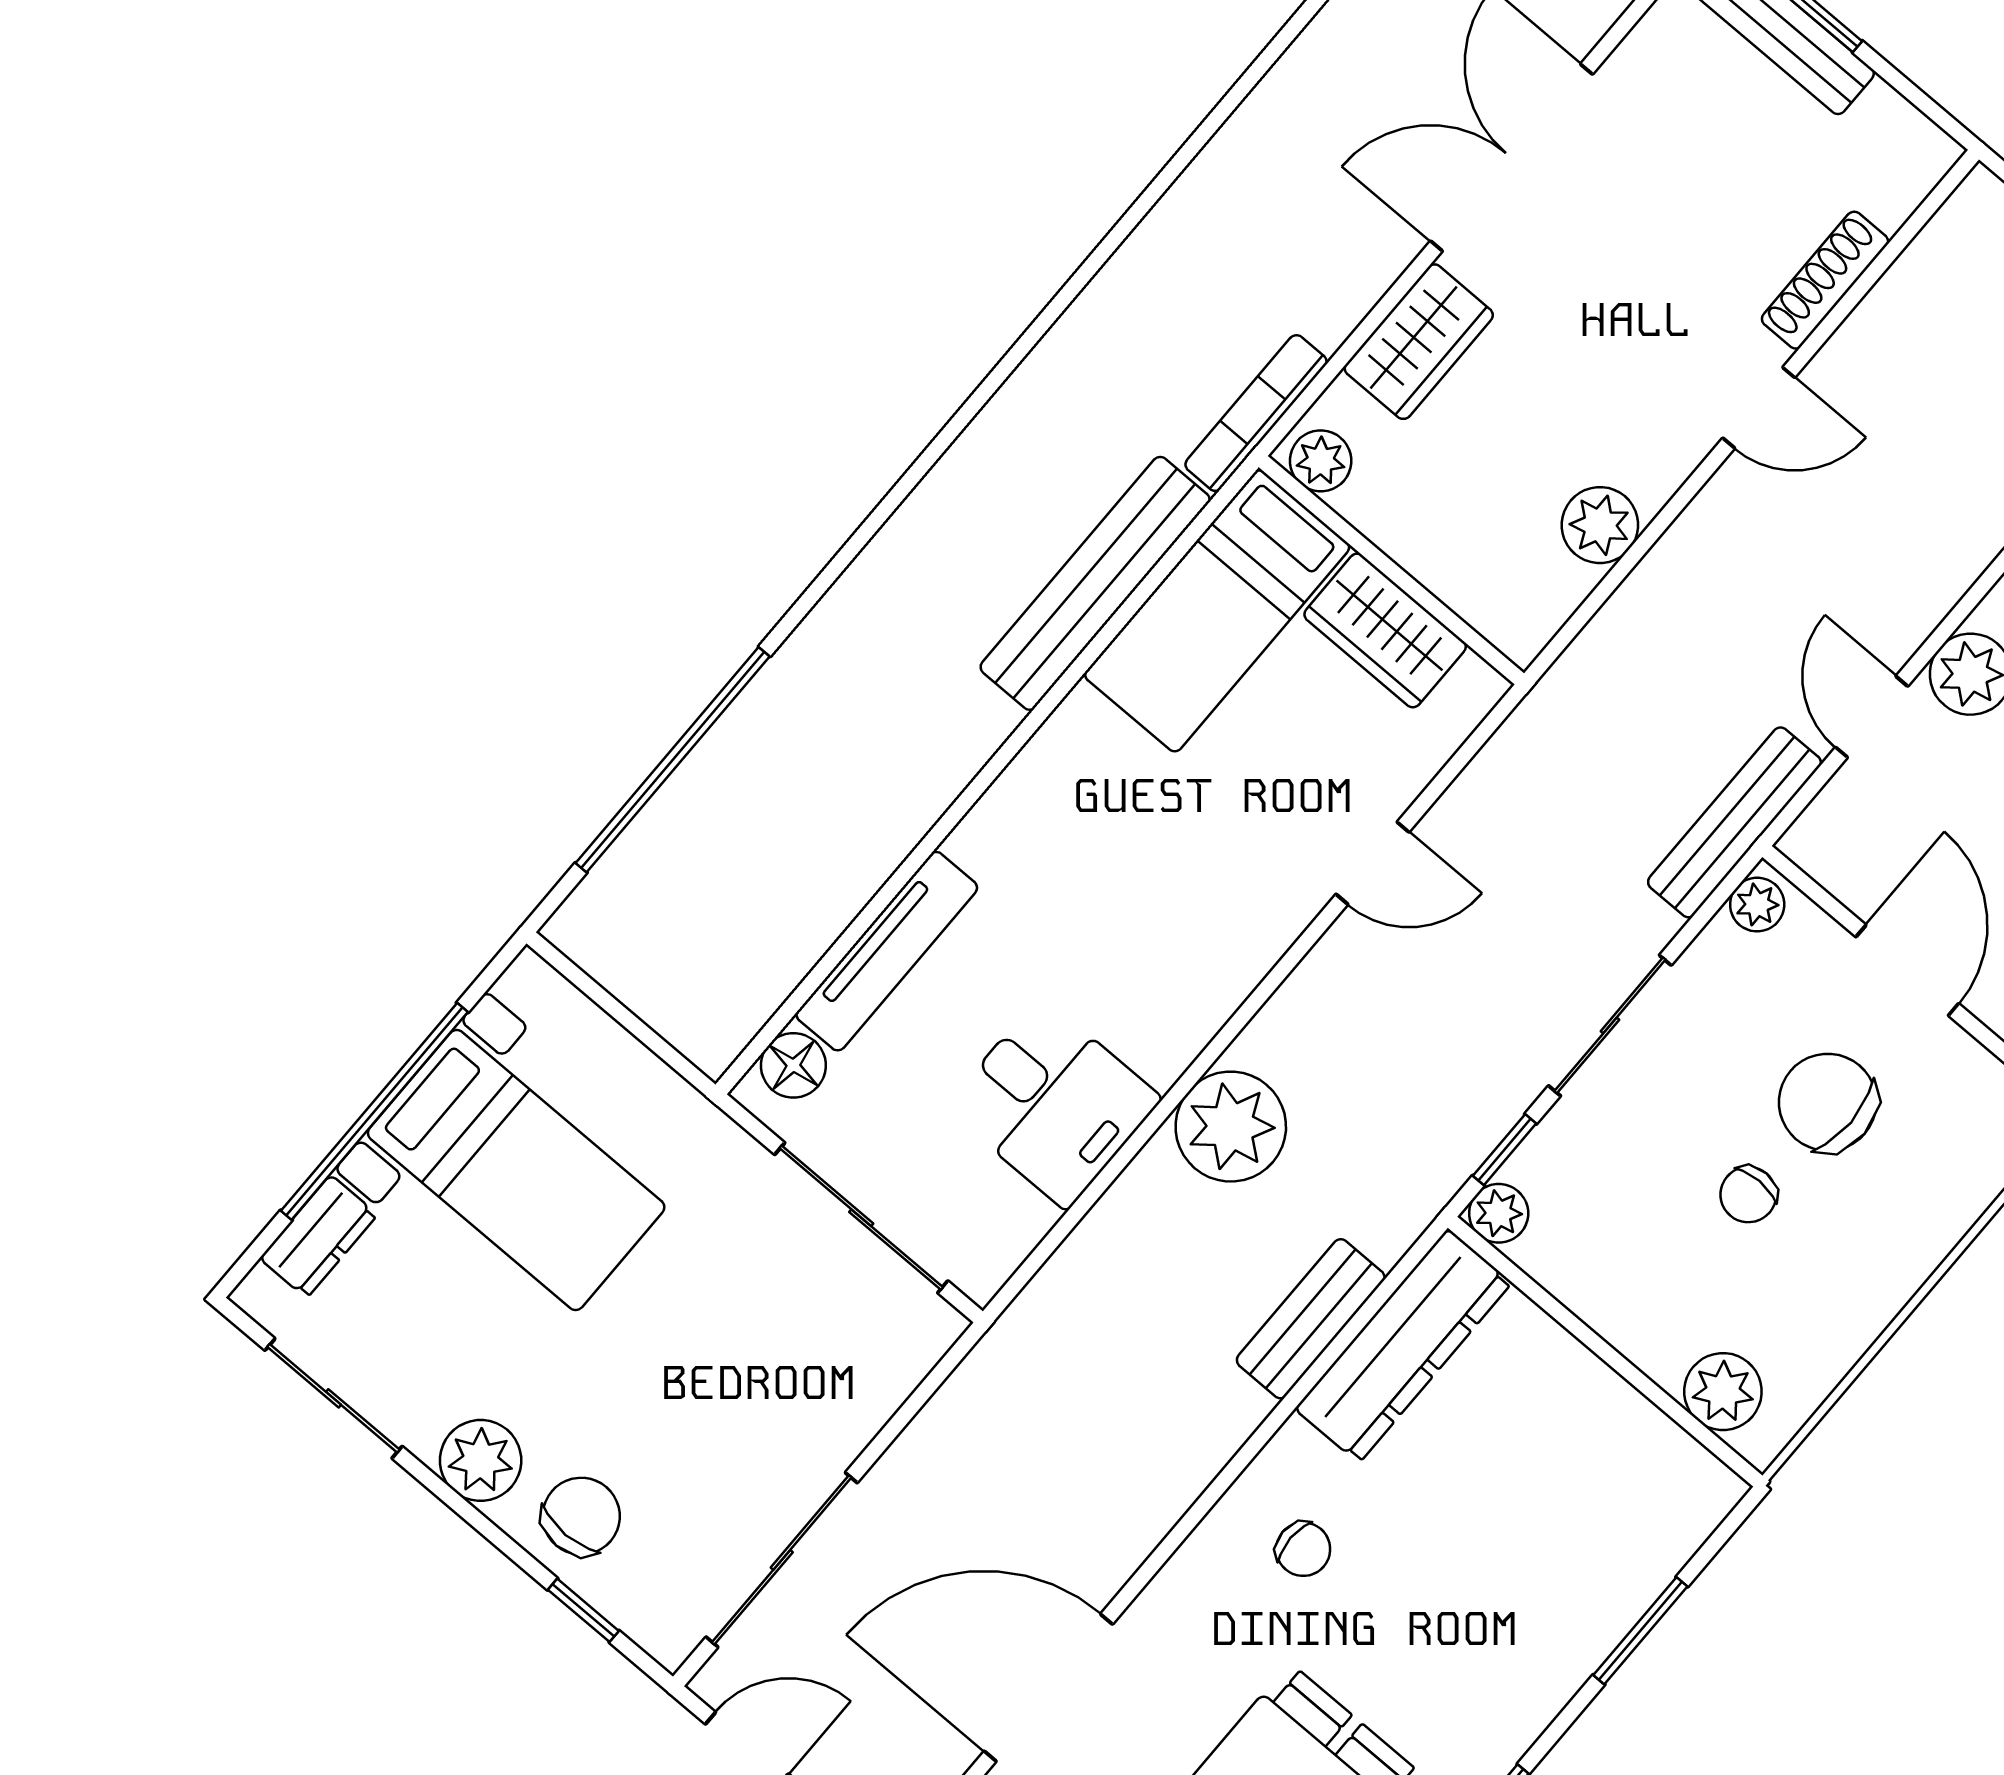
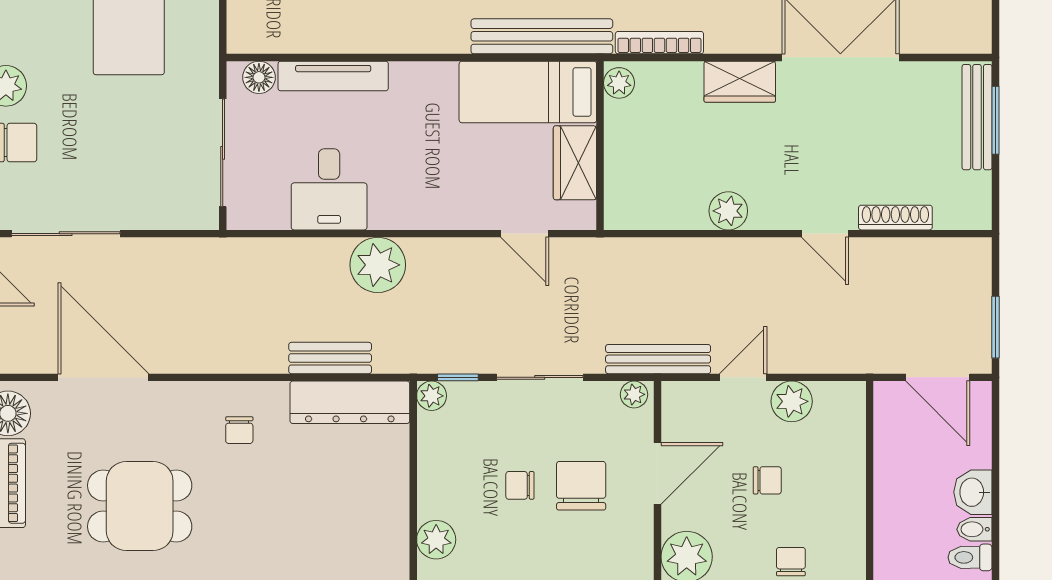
plant: (1321, 461) -> (619, 83), moved
wall: (1391, 570) -> (600, 146), moved
bed: (1217, 611) -> (528, 92), moved
wardrobe: (1385, 630) -> (575, 163), moved

